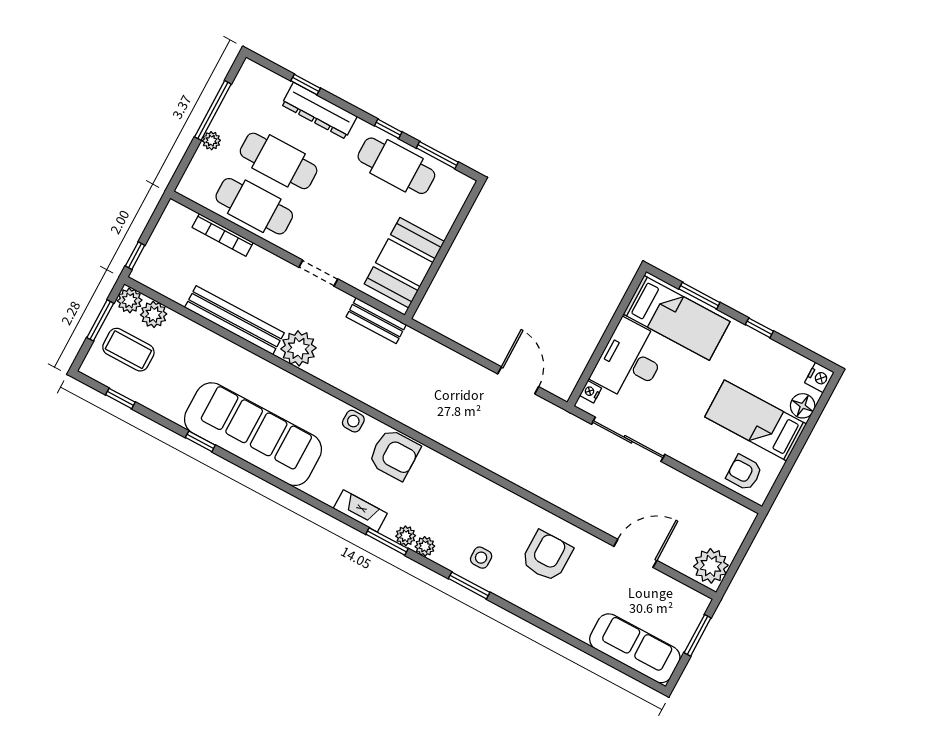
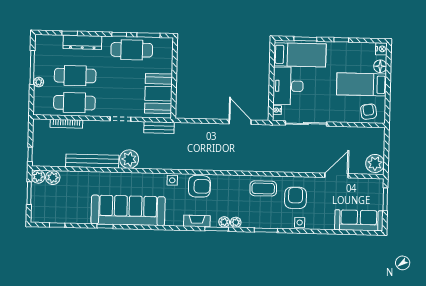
coffee table: (128, 350) -> (263, 188), moved
armchair: (744, 473) -> (369, 112), turned 81
side table: (481, 558) -> (300, 223), moved

